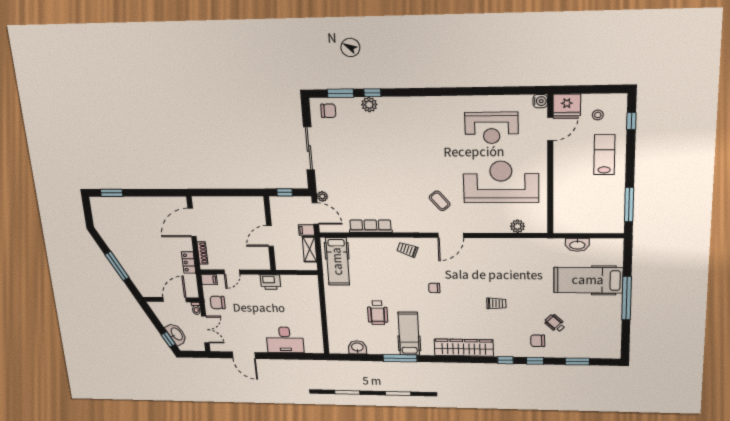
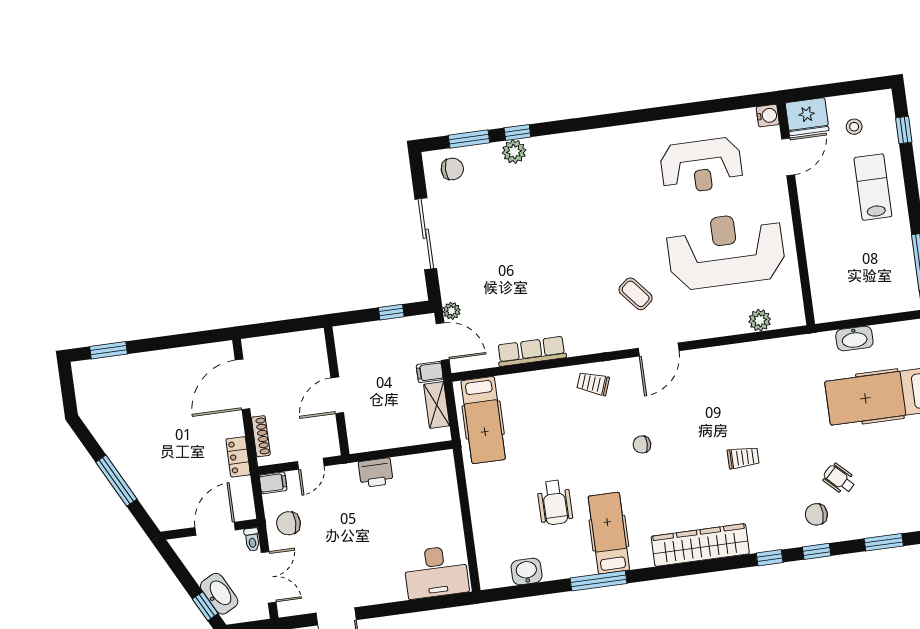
wall: (270, 234) -> (337, 391), moved
door: (270, 236) -> (337, 395), moved
desk: (285, 340) -> (436, 572), moved

